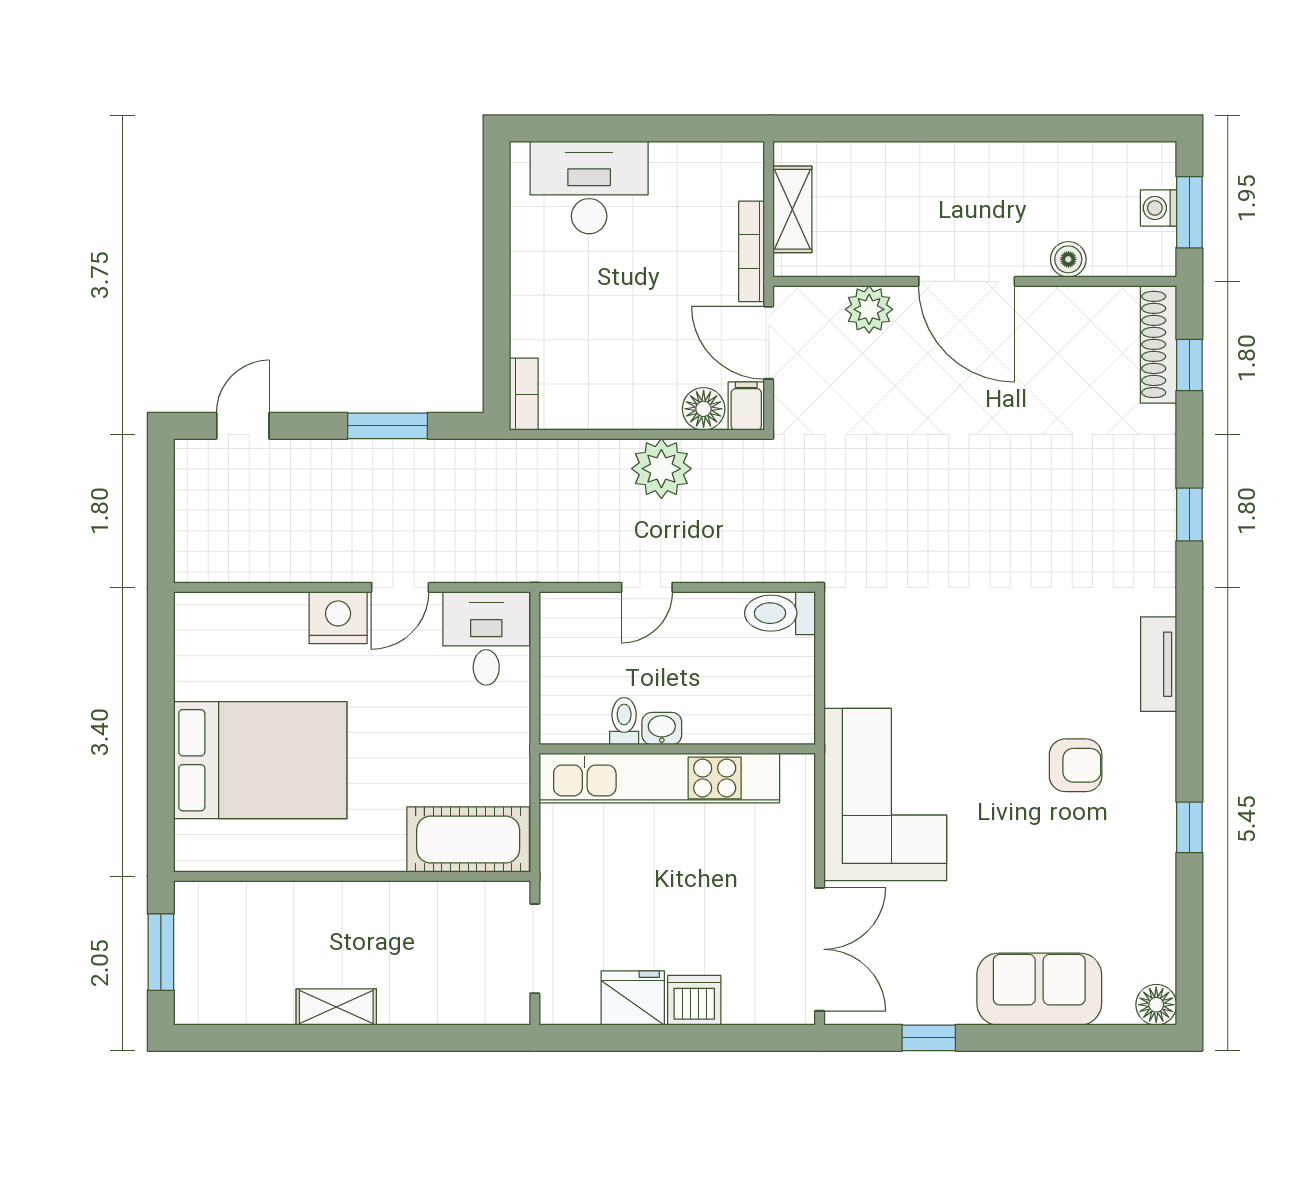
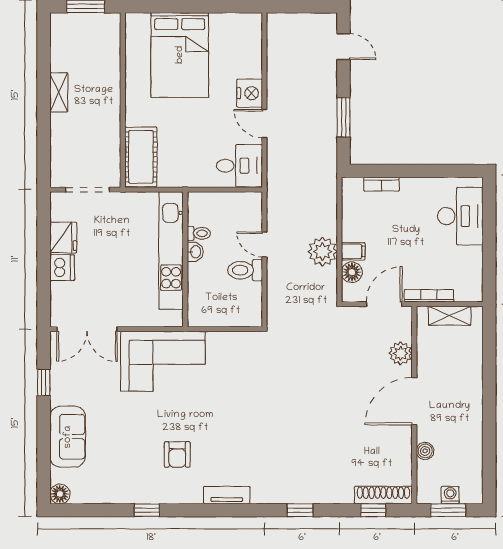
bookcase: (524, 394) -> (381, 184), moved
filing cabinet: (746, 406) -> (353, 251), moved
toilet: (780, 613) -> (245, 270), moved, turned -90

